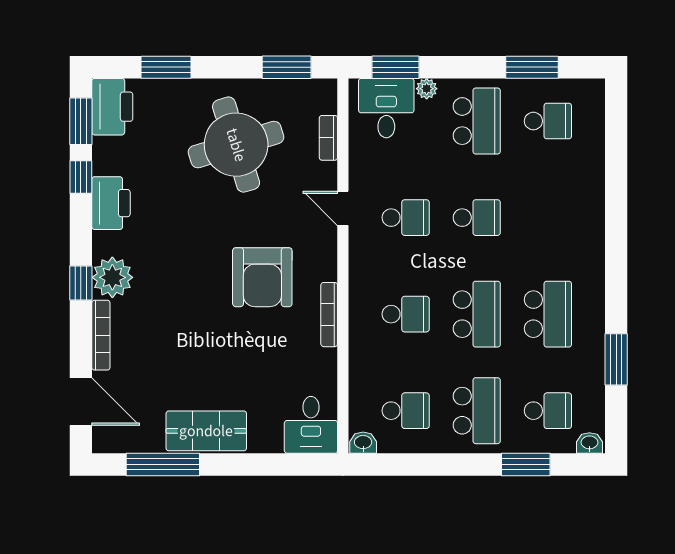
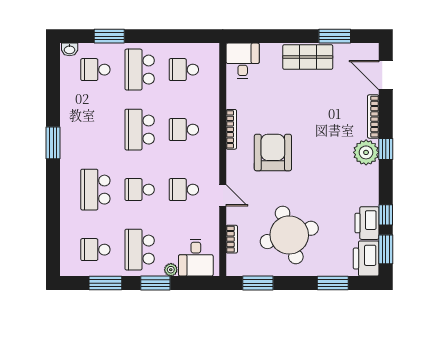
window: (395, 67) -> (155, 283), moved
printer: (111, 203) -> (367, 223), moved
school desk: (548, 314) -> (95, 190), moved
window: (616, 359) -> (53, 143), moved
washbasin: (363, 443) -> (210, 50), removed
window: (163, 464) -> (335, 36), width x0.69

